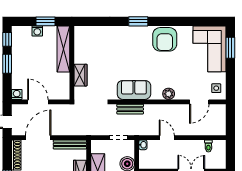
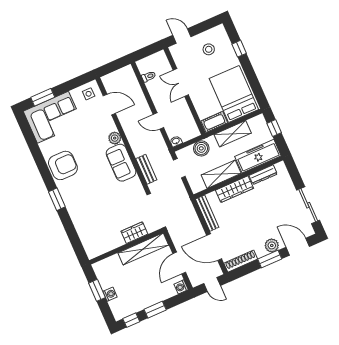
shelving: (63, 49) -> (143, 249), moved
sofa: (134, 90) -> (121, 163), moved
door: (167, 138) -> (158, 121), hinge flipped

